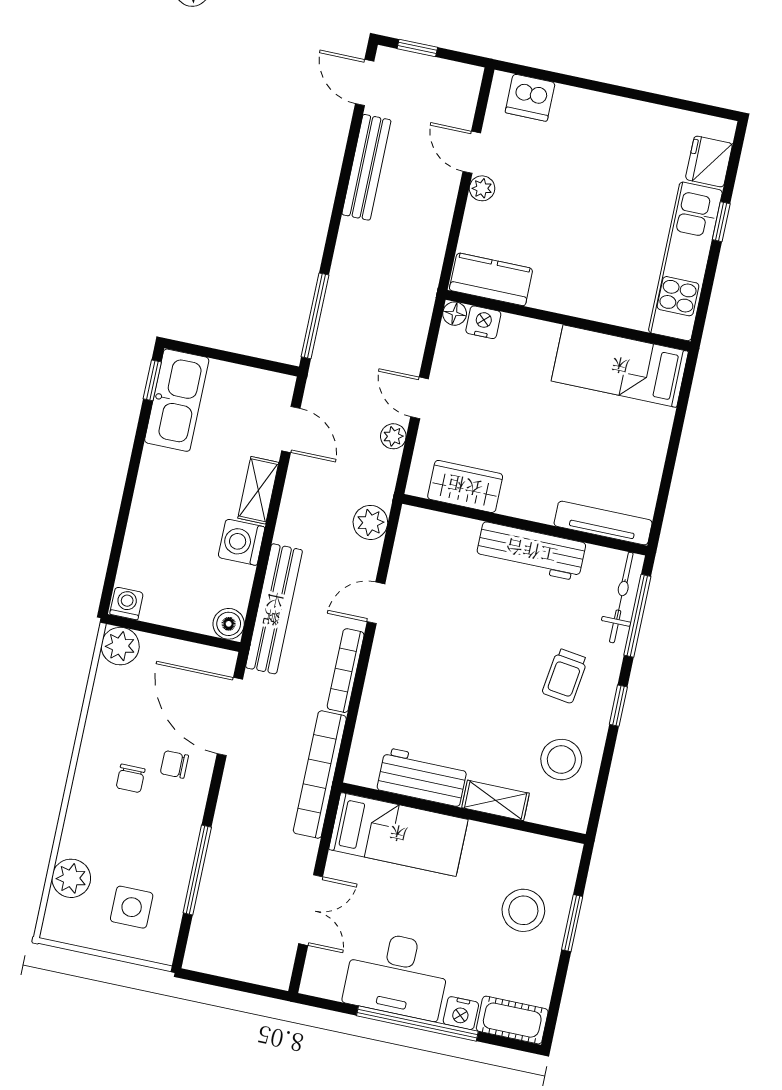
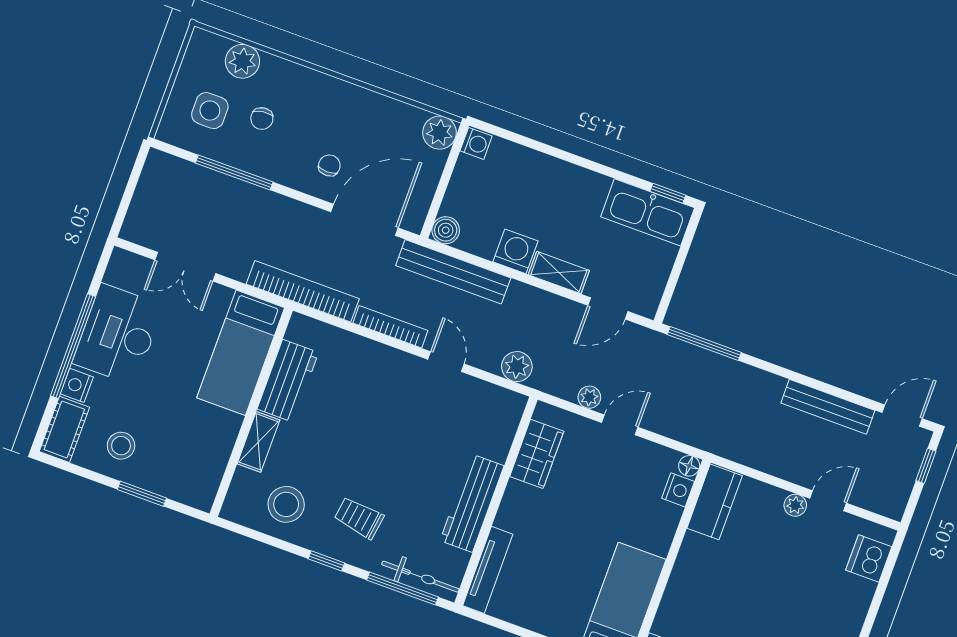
chair: (131, 778) -> (262, 119), moved, turned -98
stool: (523, 910) -> (121, 446), moved, width x0.73, depth x0.73

